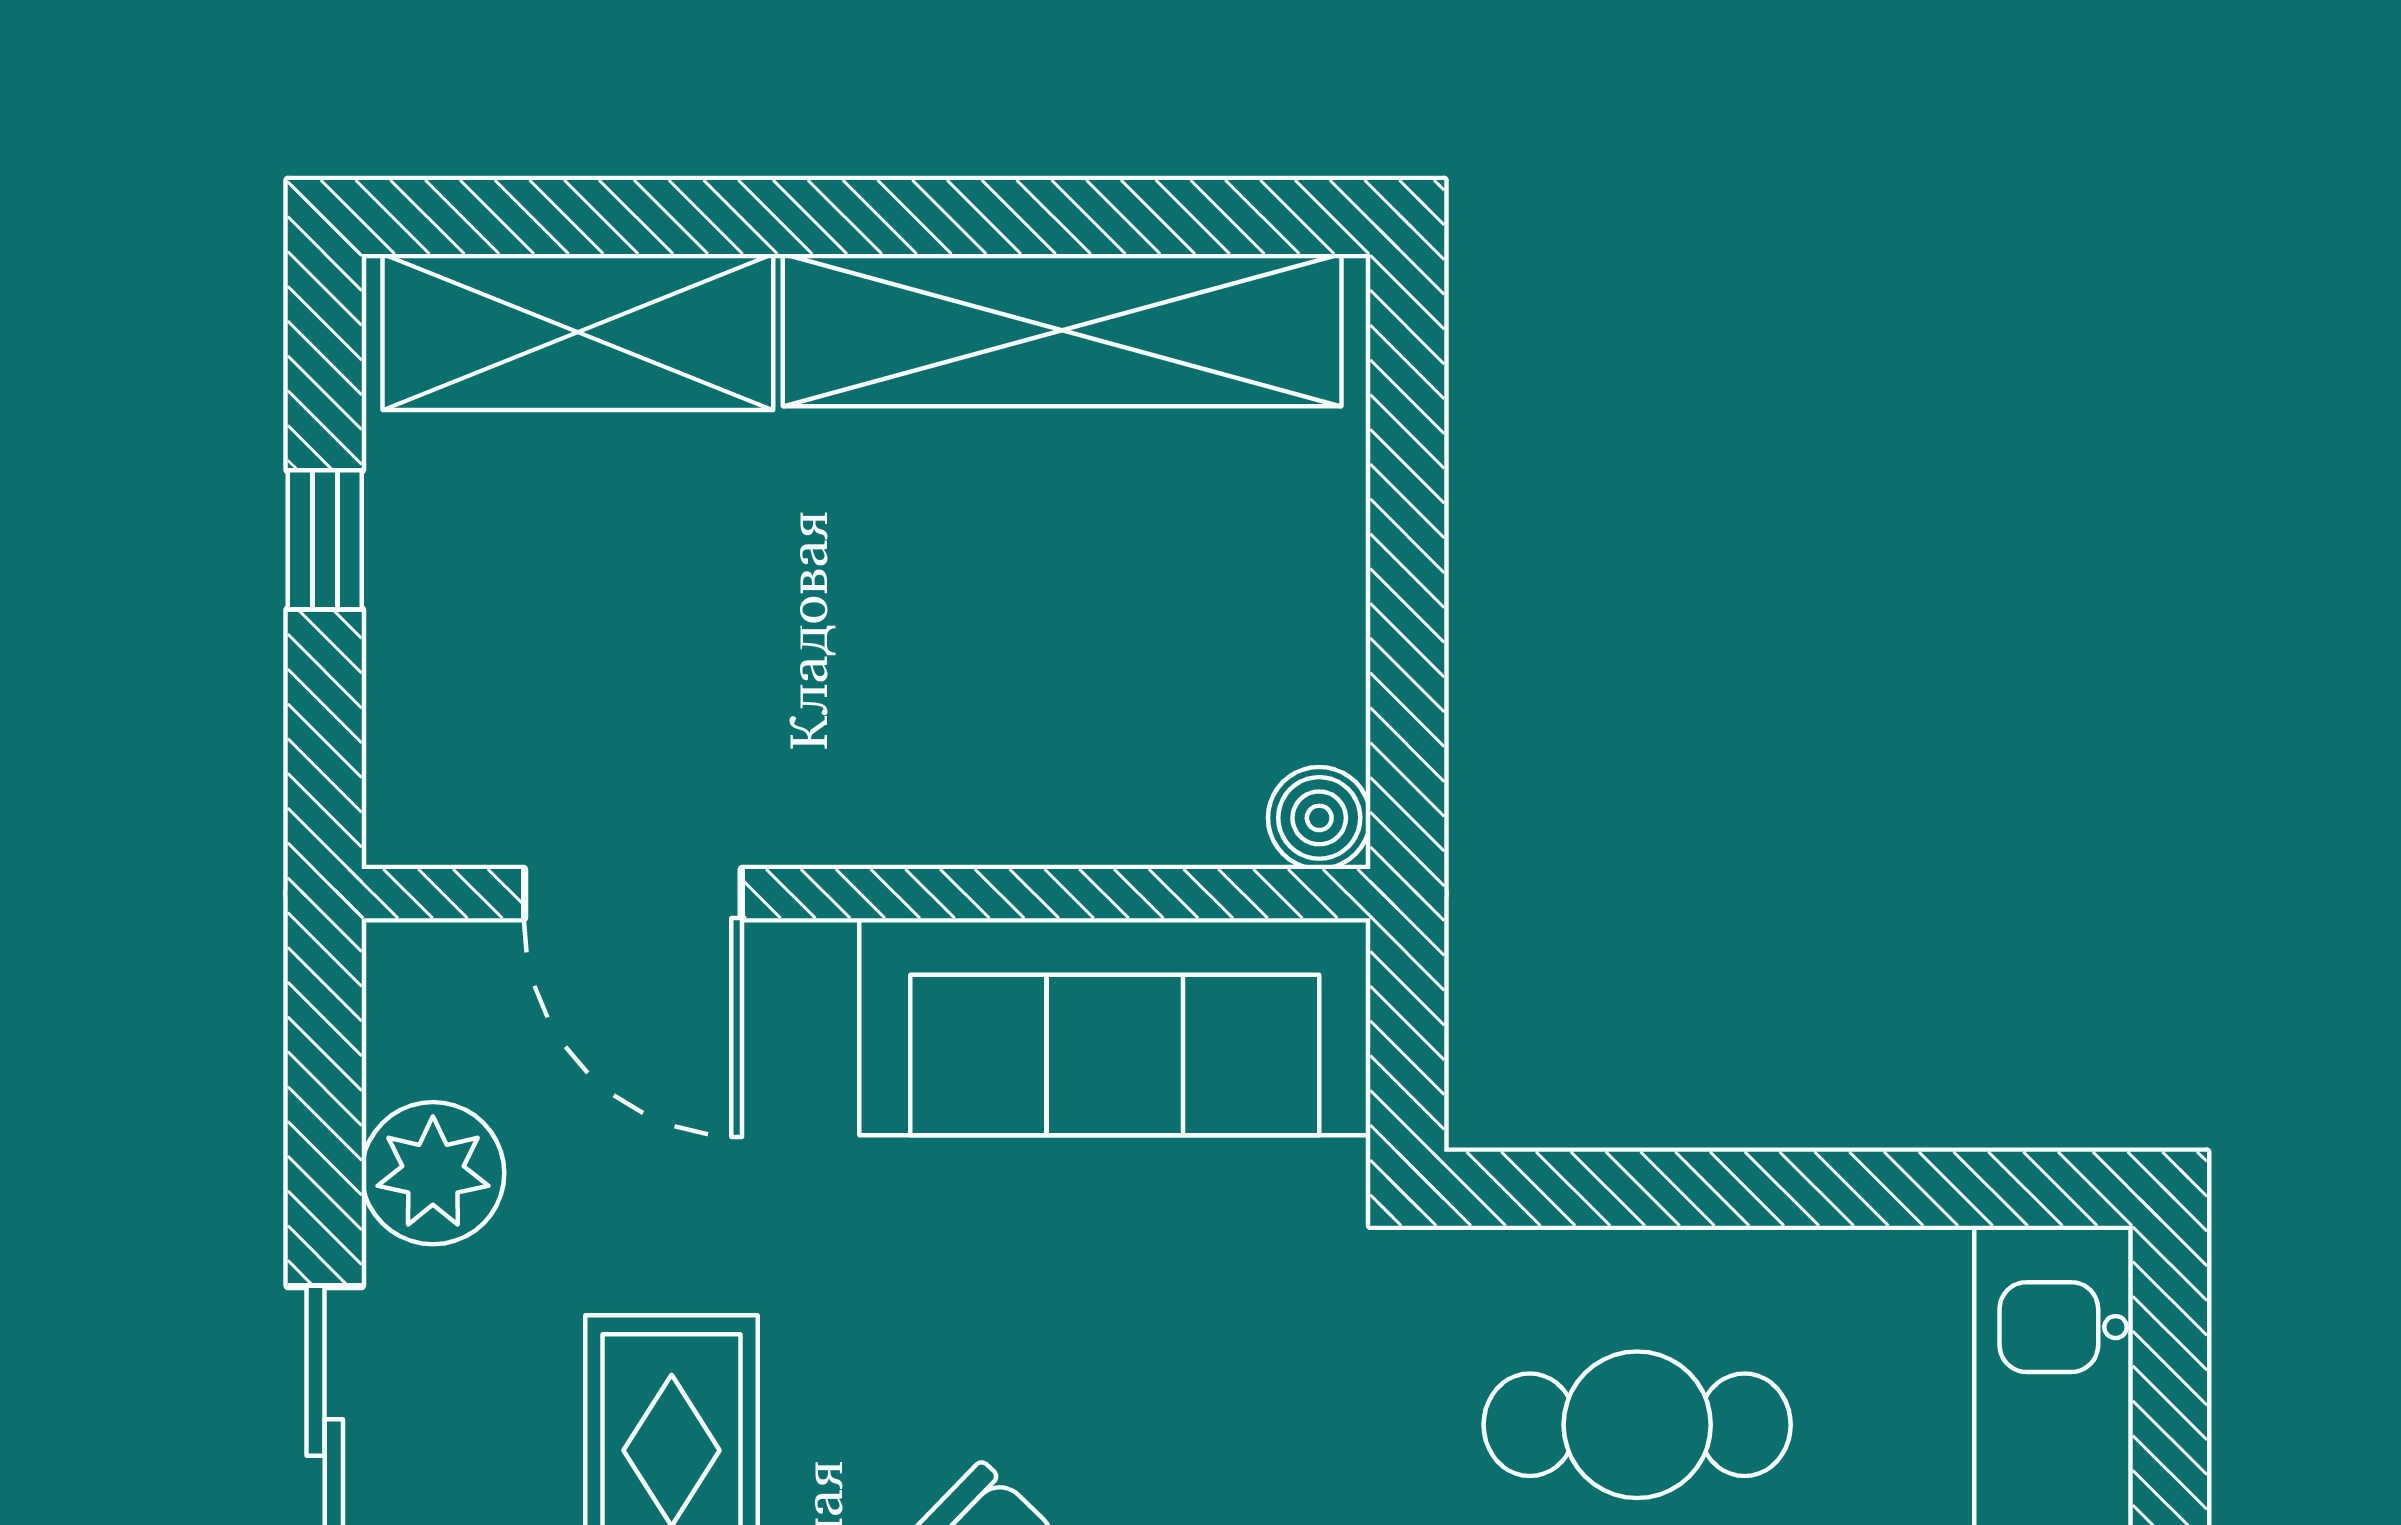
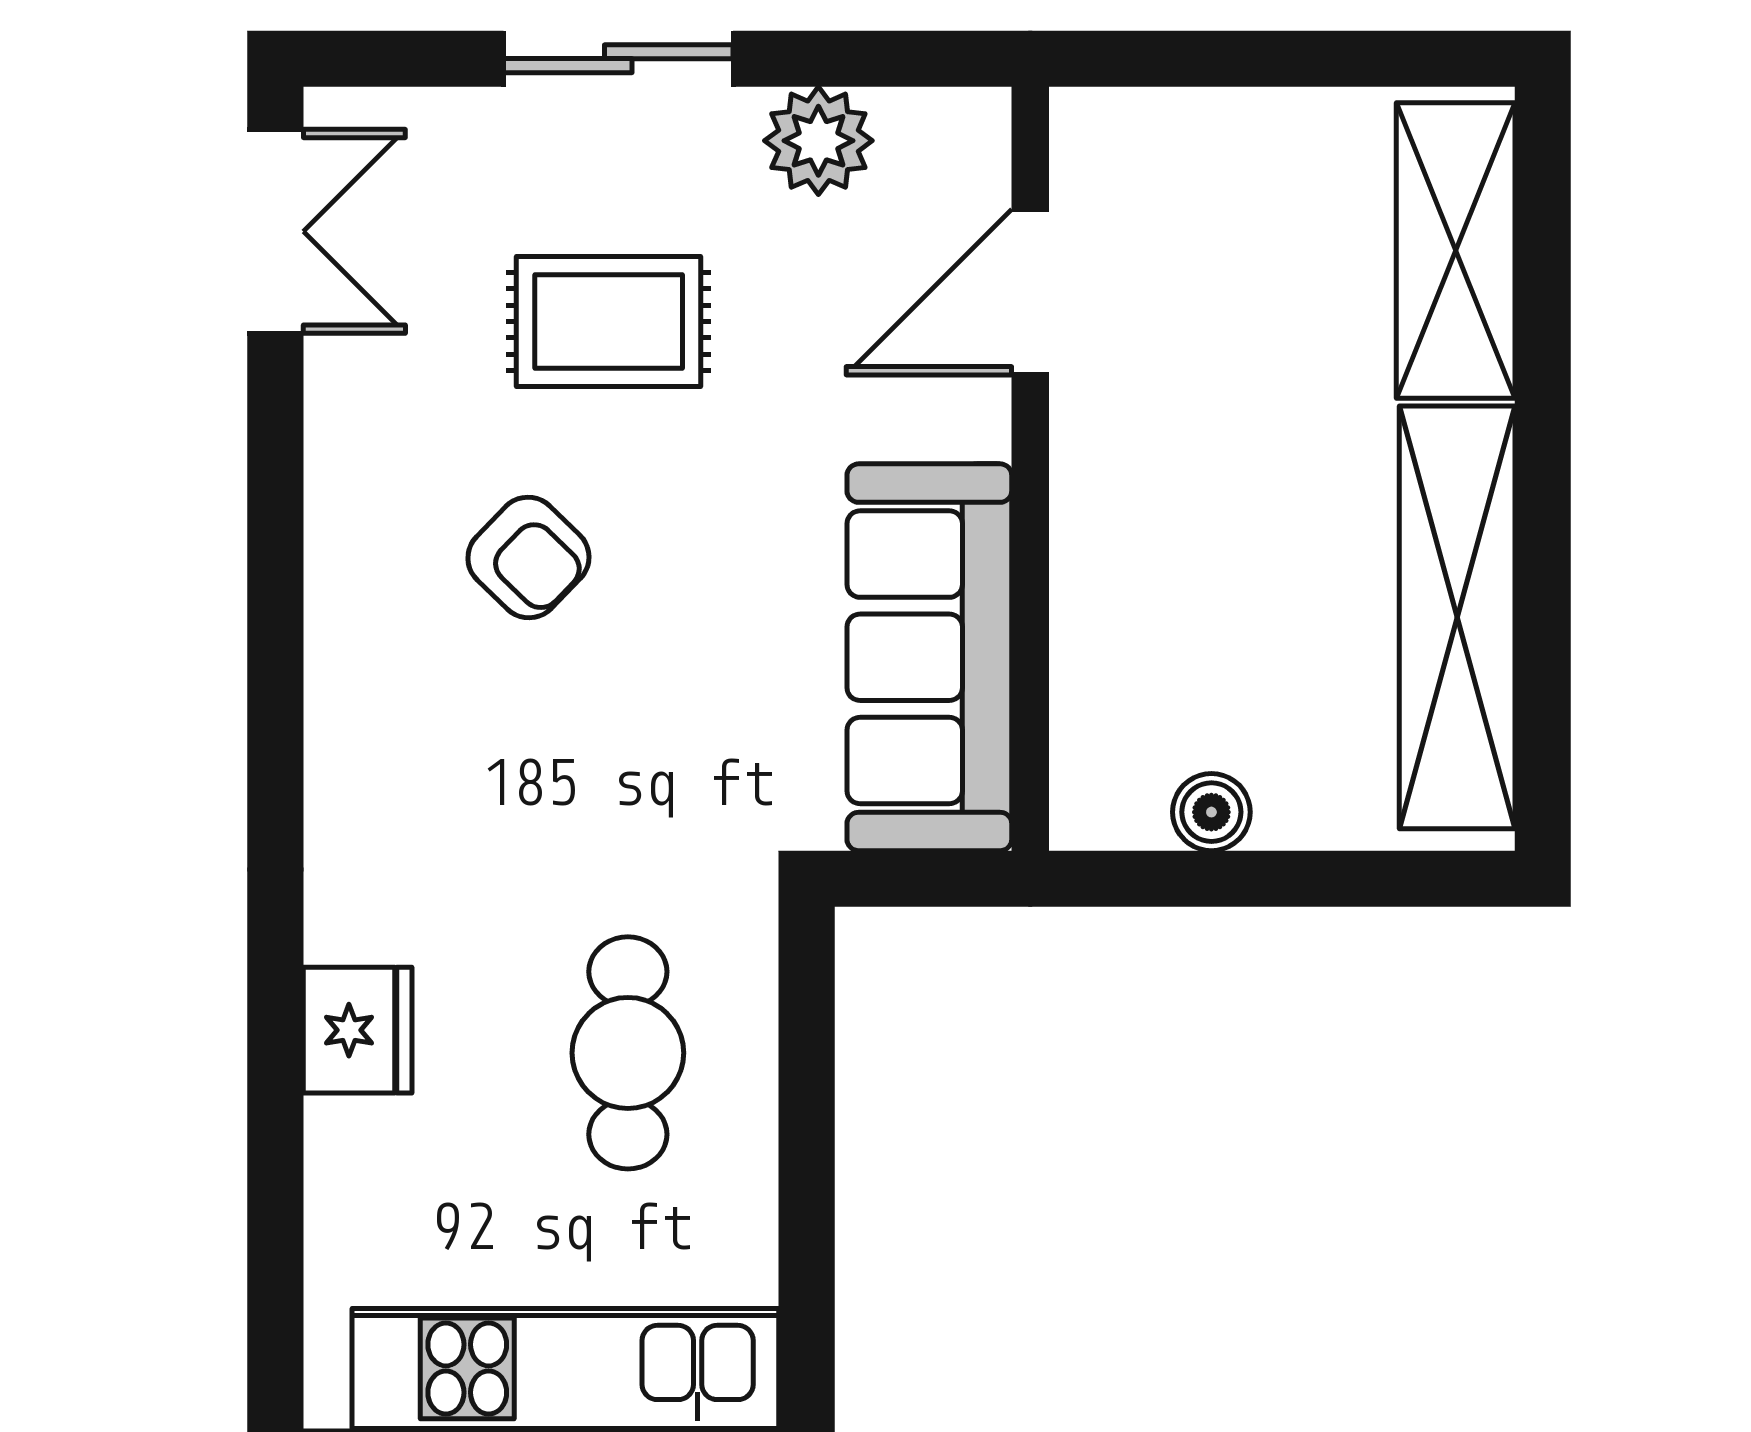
window: (325, 540) -> (1298, 59), removed
boiler: (1319, 818) -> (1211, 812), moved

